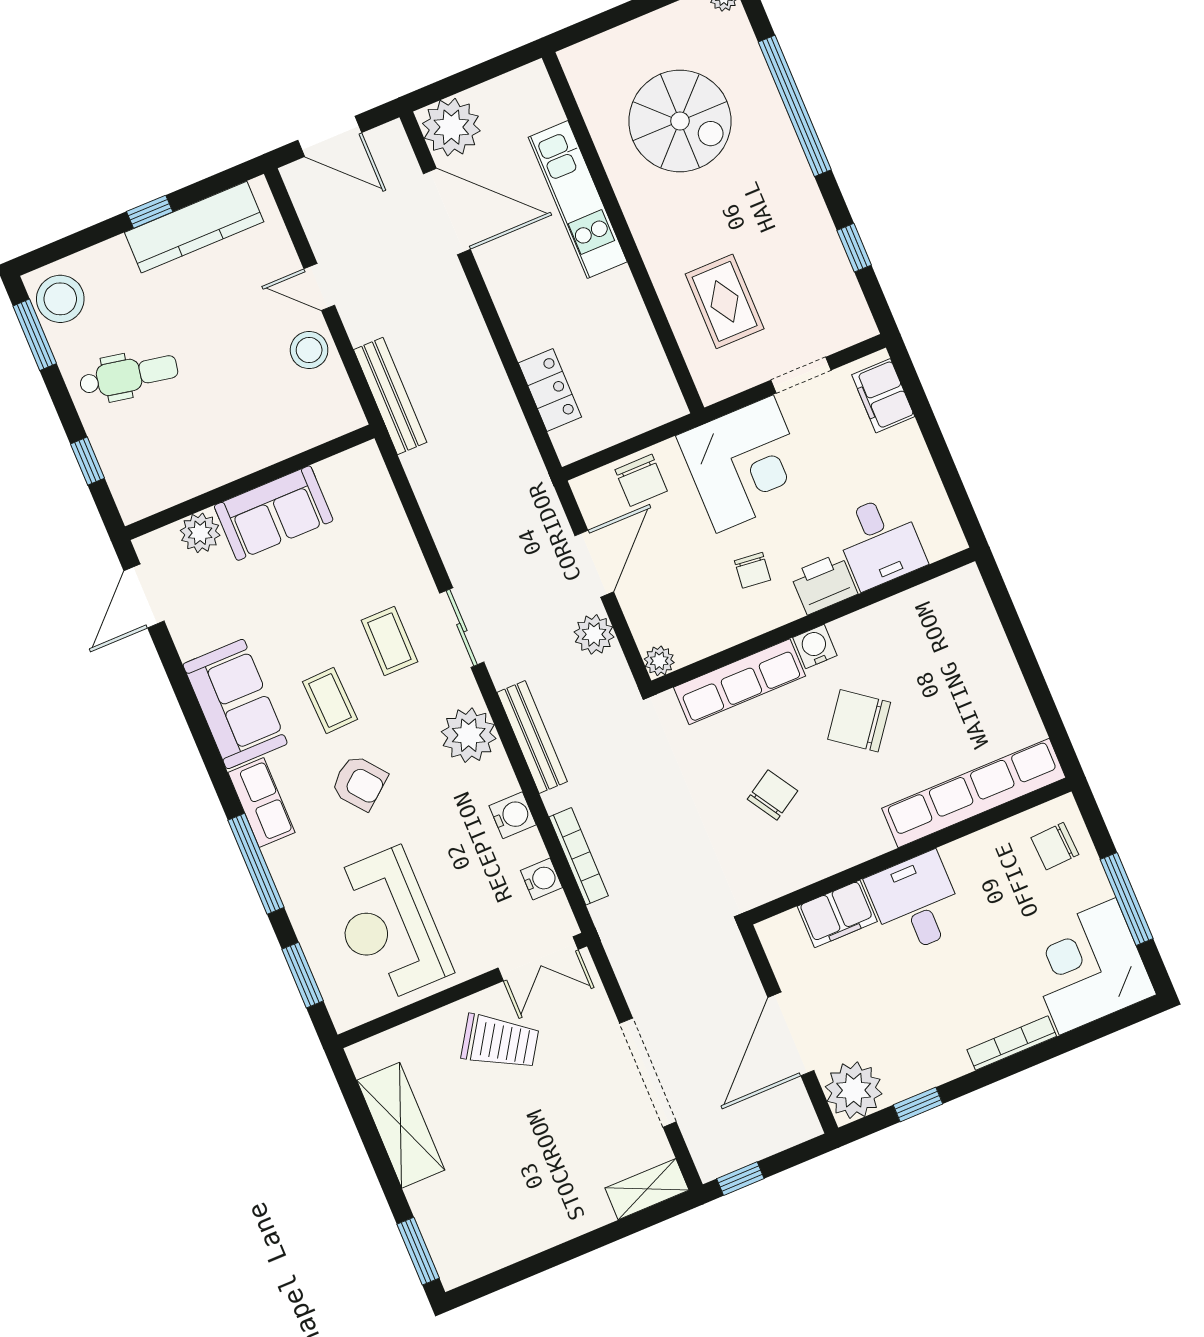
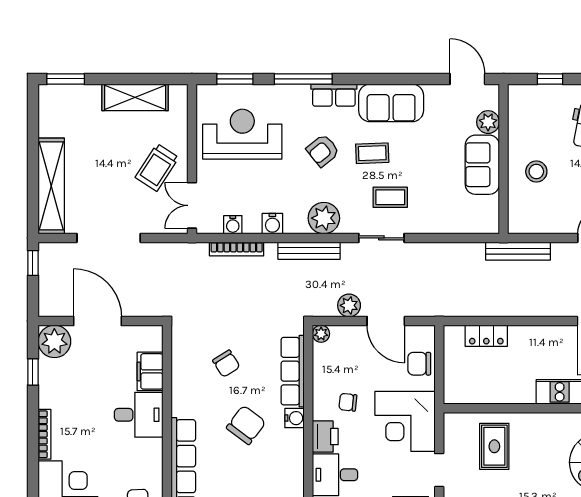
rug: (725, 301) -> (494, 446), turned 90
stool: (309, 350) -> (536, 172), moved
shelving: (647, 1189) -> (51, 186), width x2.20, depth x1.33

